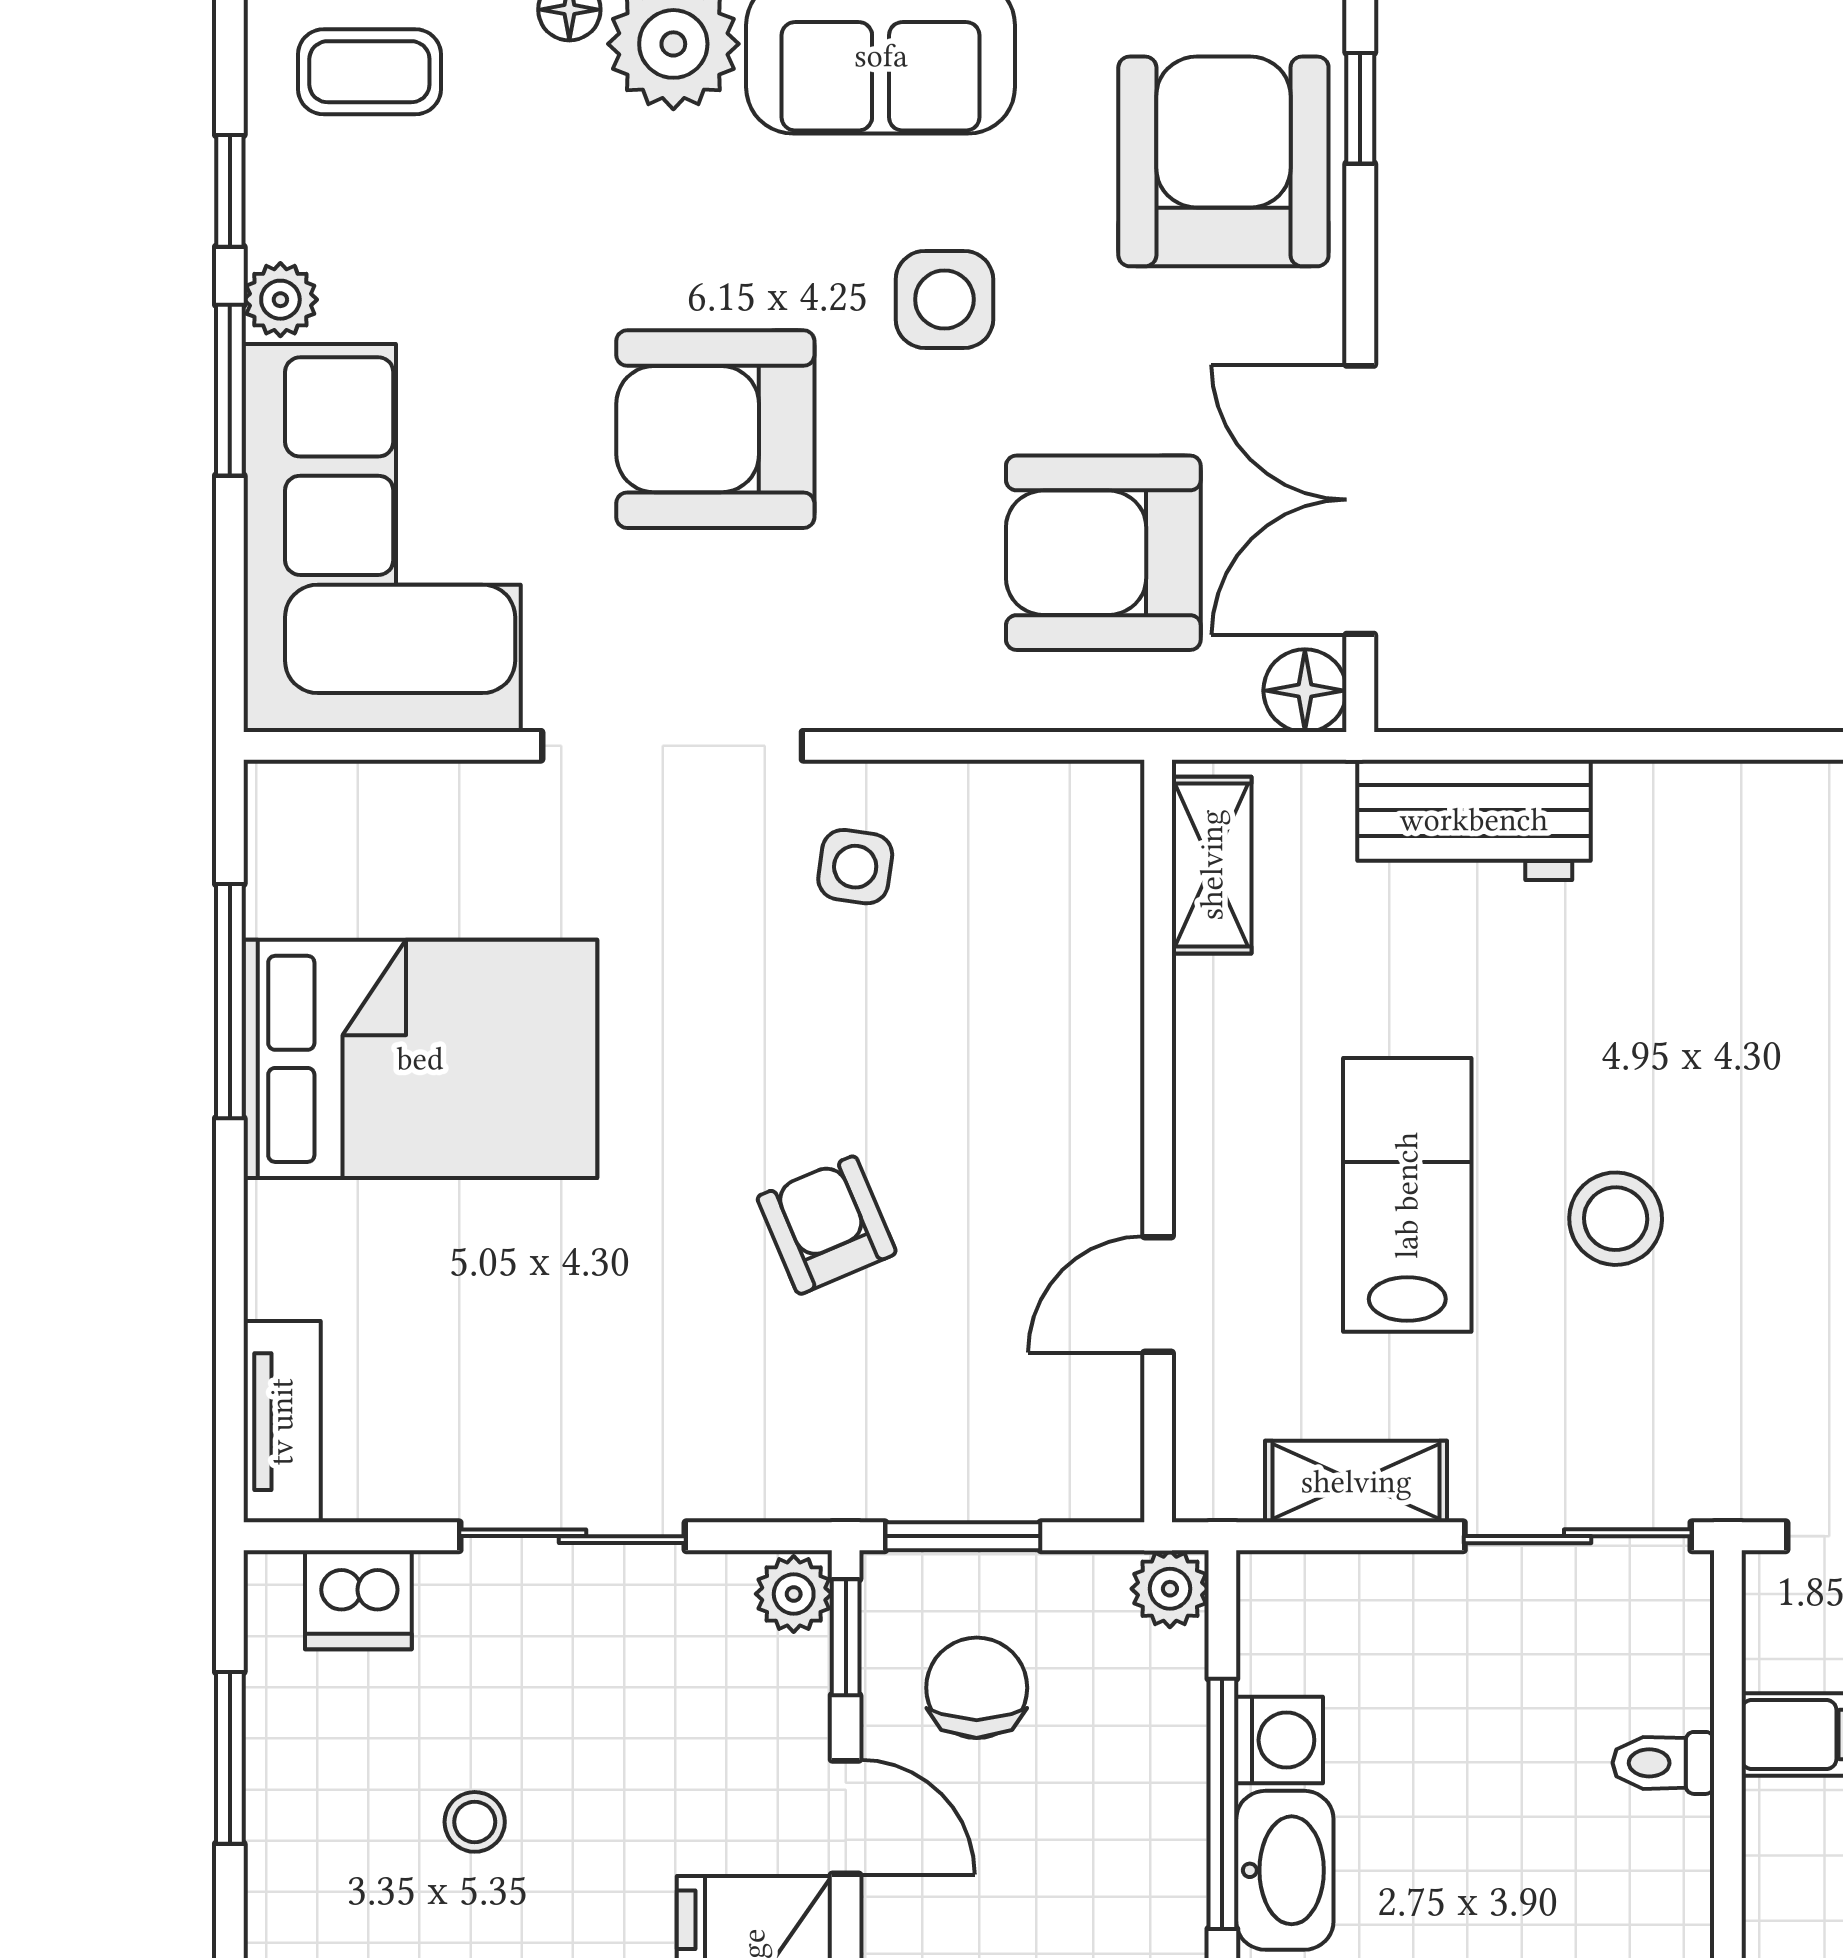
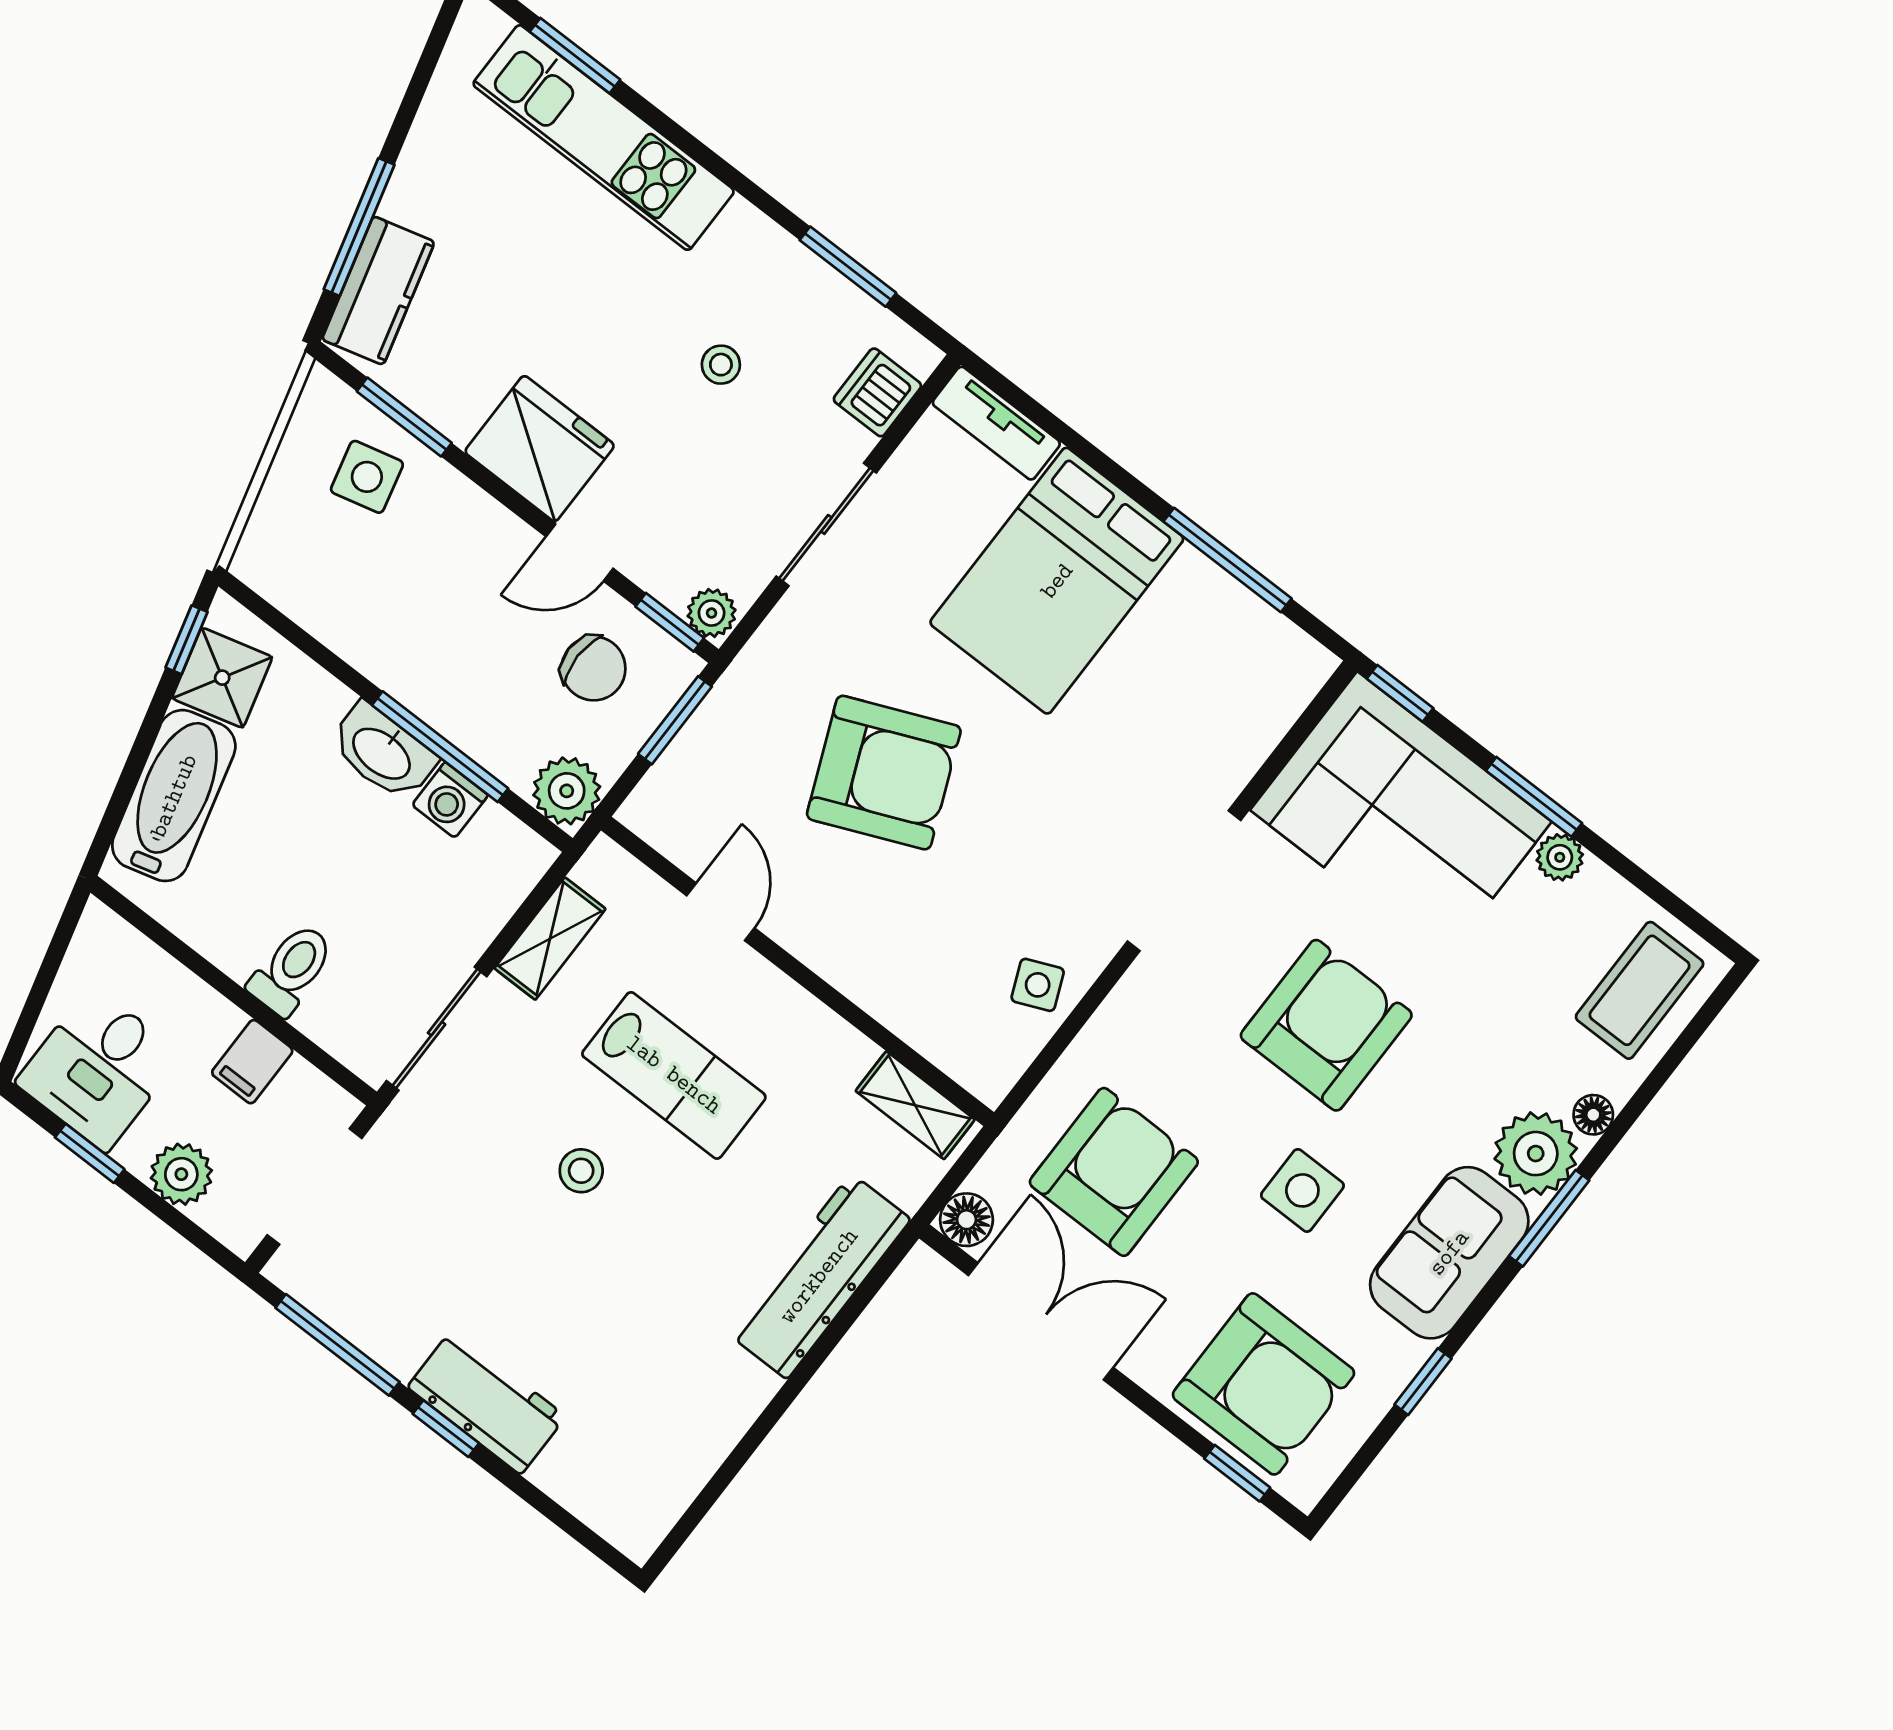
coffee table: (369, 72) -> (1640, 990), width x1.36, depth x1.30
window: (230, 191) -> (1400, 693), moved
workbench: (1474, 820) -> (819, 1276), width x1.37
side table: (855, 867) -> (1038, 985), moved, turned -31
bed: (420, 1059) -> (1057, 581), moved
stool: (1616, 1219) -> (581, 1171), width x0.73, depth x0.73
armchair: (827, 1225) -> (884, 773), width x1.88, depth x1.88
plant: (1170, 1589) -> (567, 791), width x1.38, depth x1.38
toilet: (1663, 1763) -> (291, 969), width x1.37, depth x1.39

